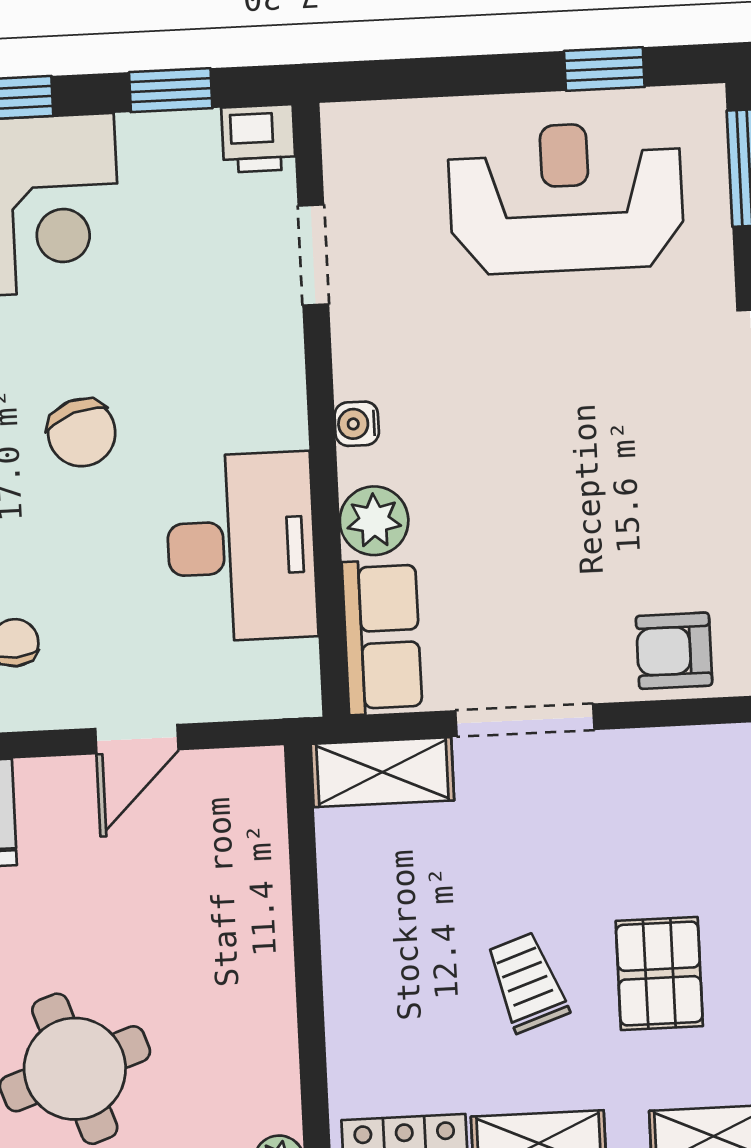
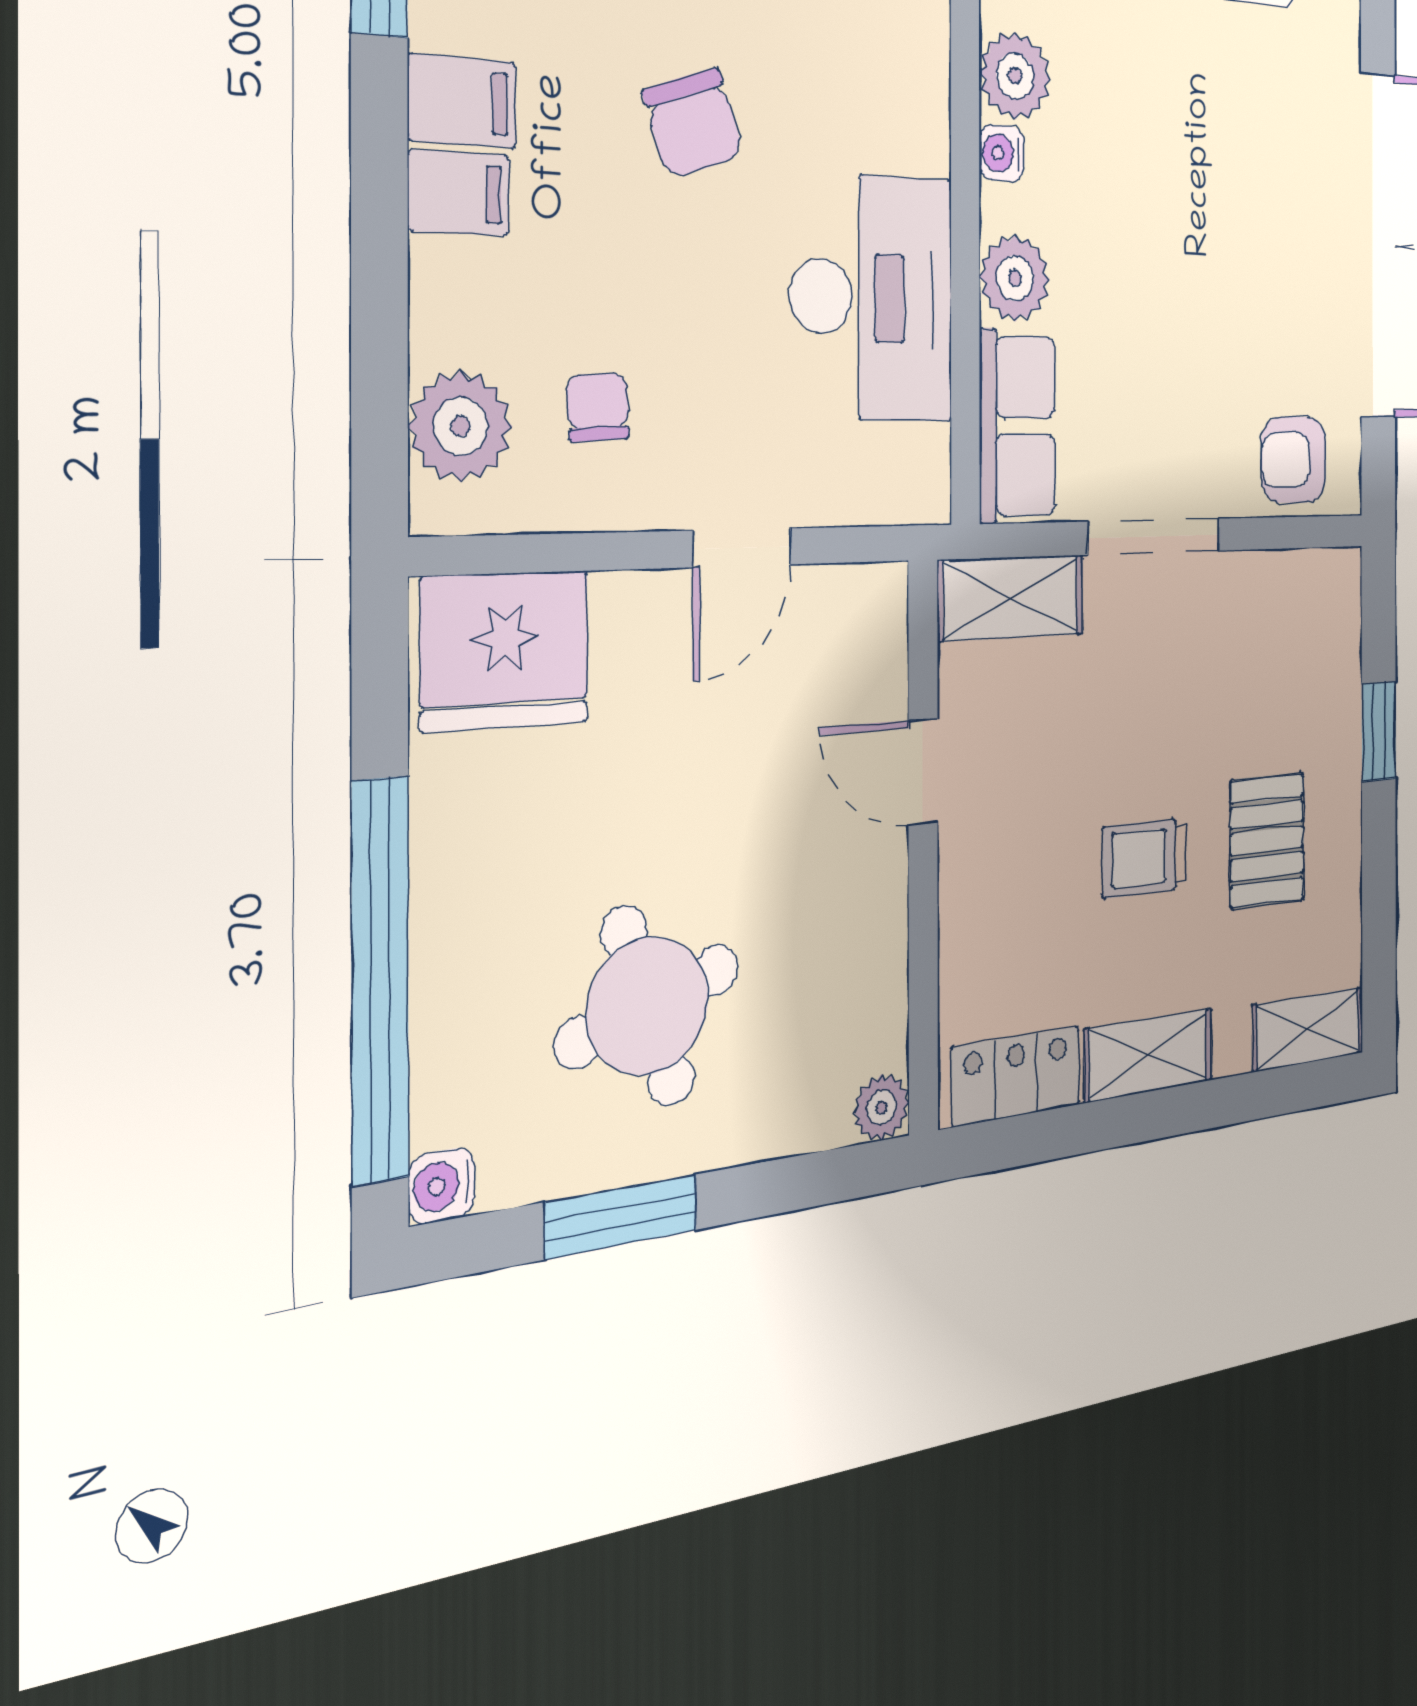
plant: (367, 361) -> (1015, 76), added
door: (305, 907) -> (923, 772), added
trolley: (527, 982) -> (1145, 858), turned -71

